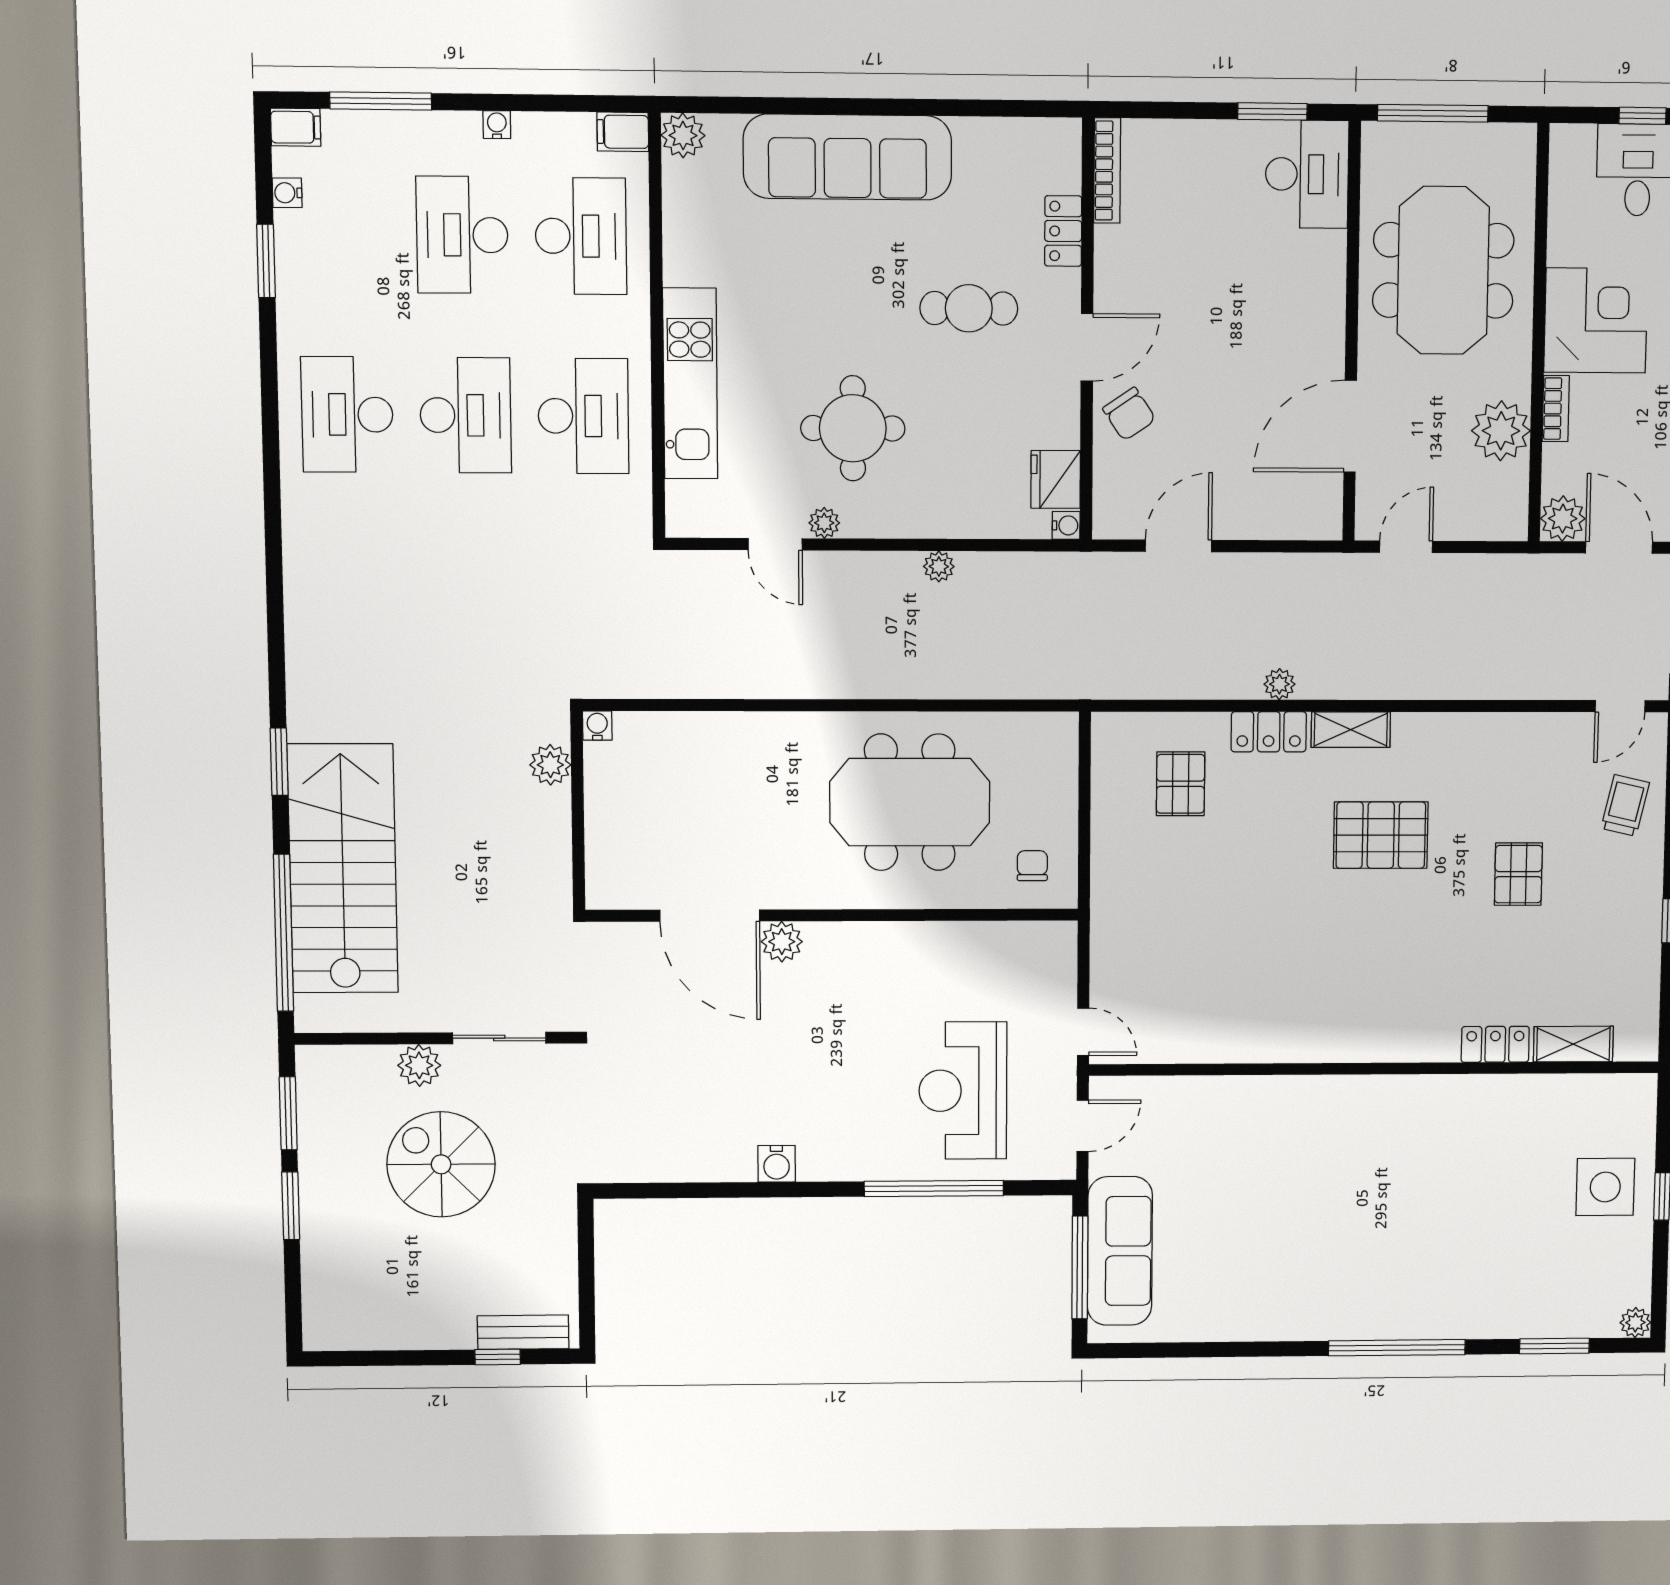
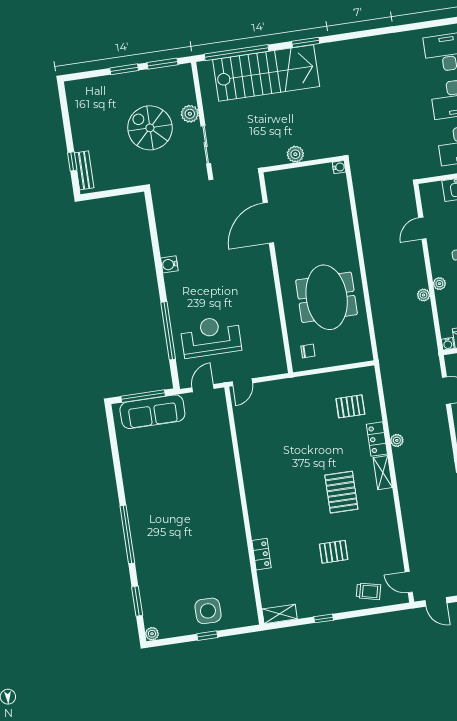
plant: (824, 523) -> (439, 284), moved
plant: (550, 765) -> (295, 154), moved
plant: (782, 942) -> (262, 254), removed
shelving: (1573, 1044) -> (280, 614), moved, turned 90
door: (1083, 1126) -> (203, 388), swing flipped
spiral stairs: (441, 1164) -> (150, 128), turned -90

